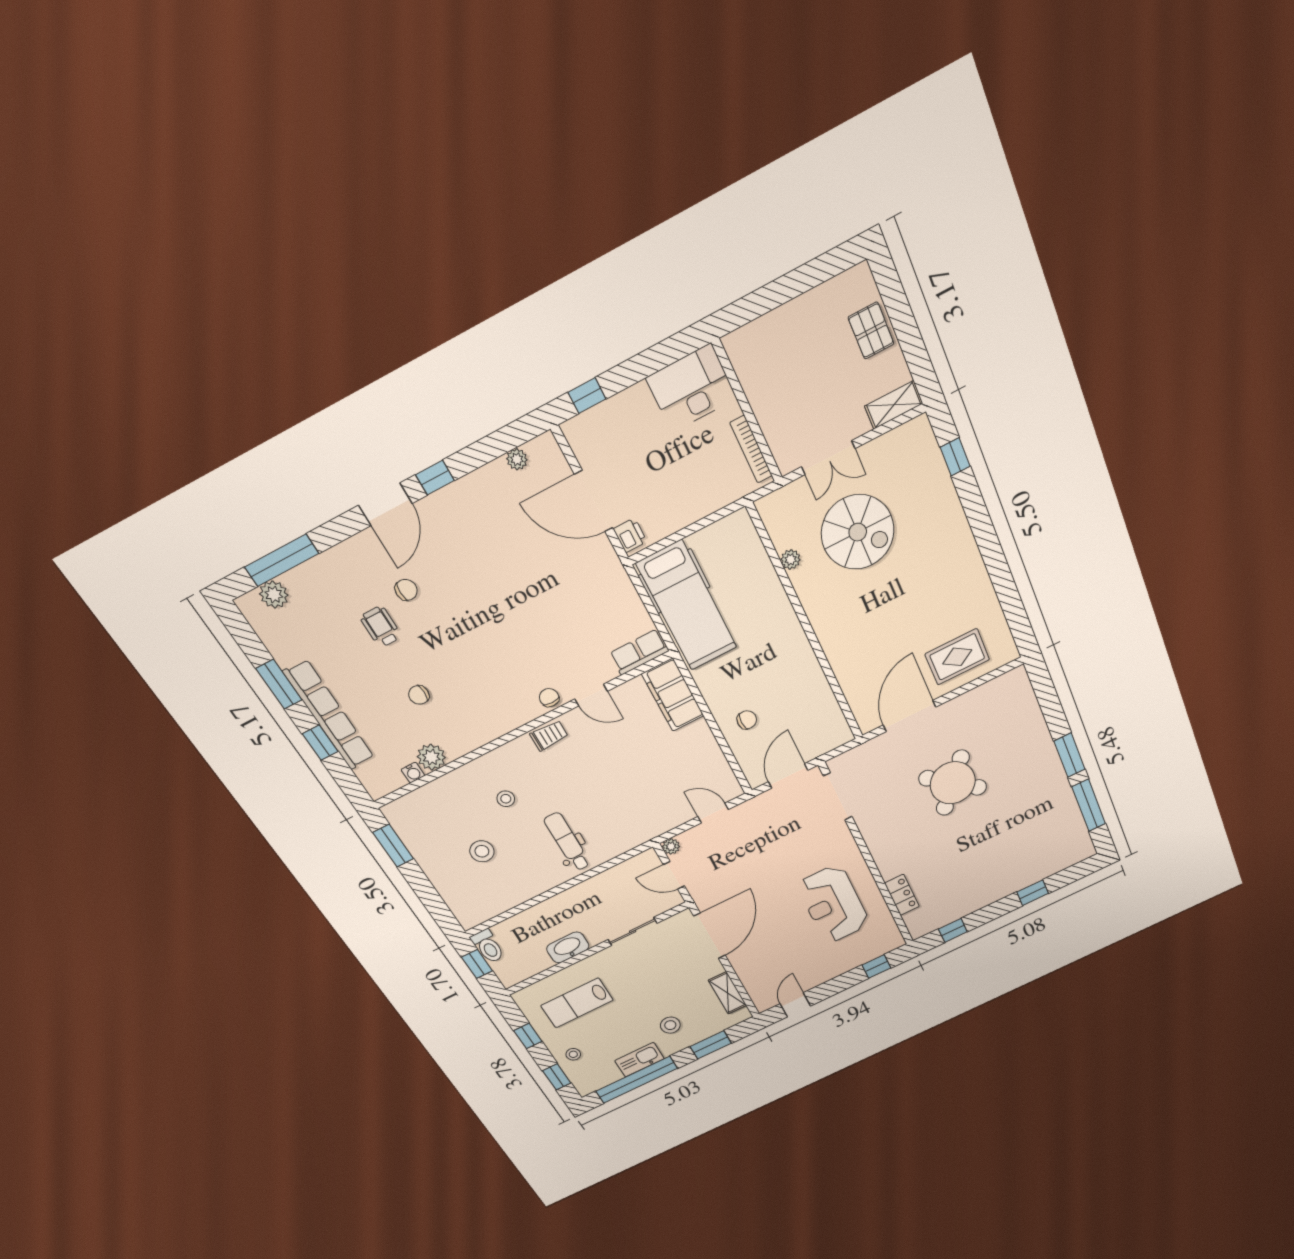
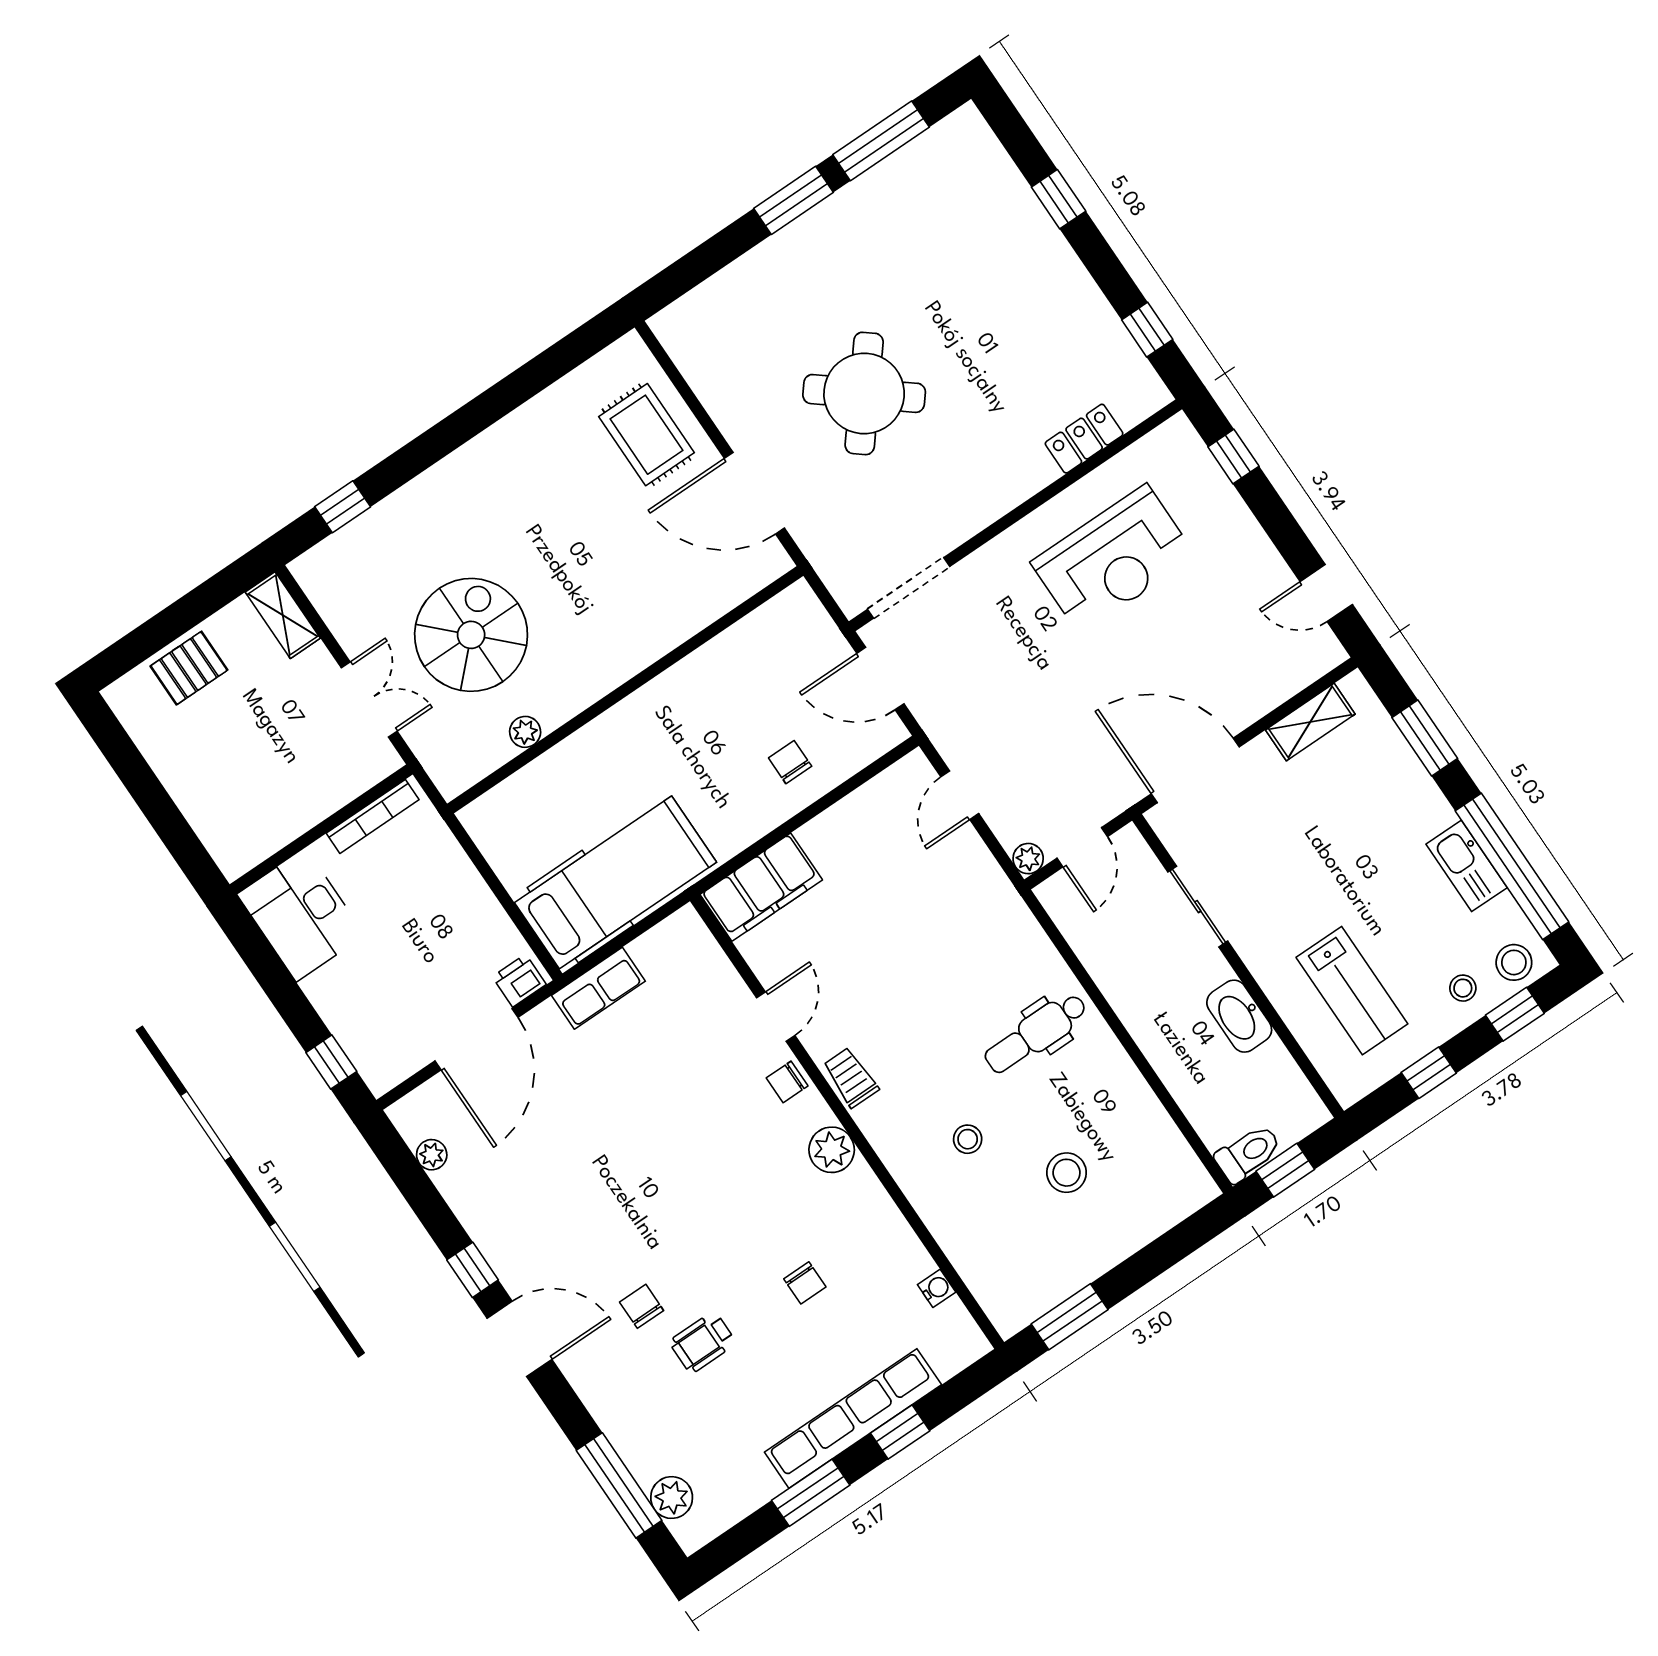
row of seats: (639, 652) -> (598, 988), moved, turned -90
plant: (431, 757) -> (832, 1150), moved
stool: (670, 1025) -> (1514, 962), moved

